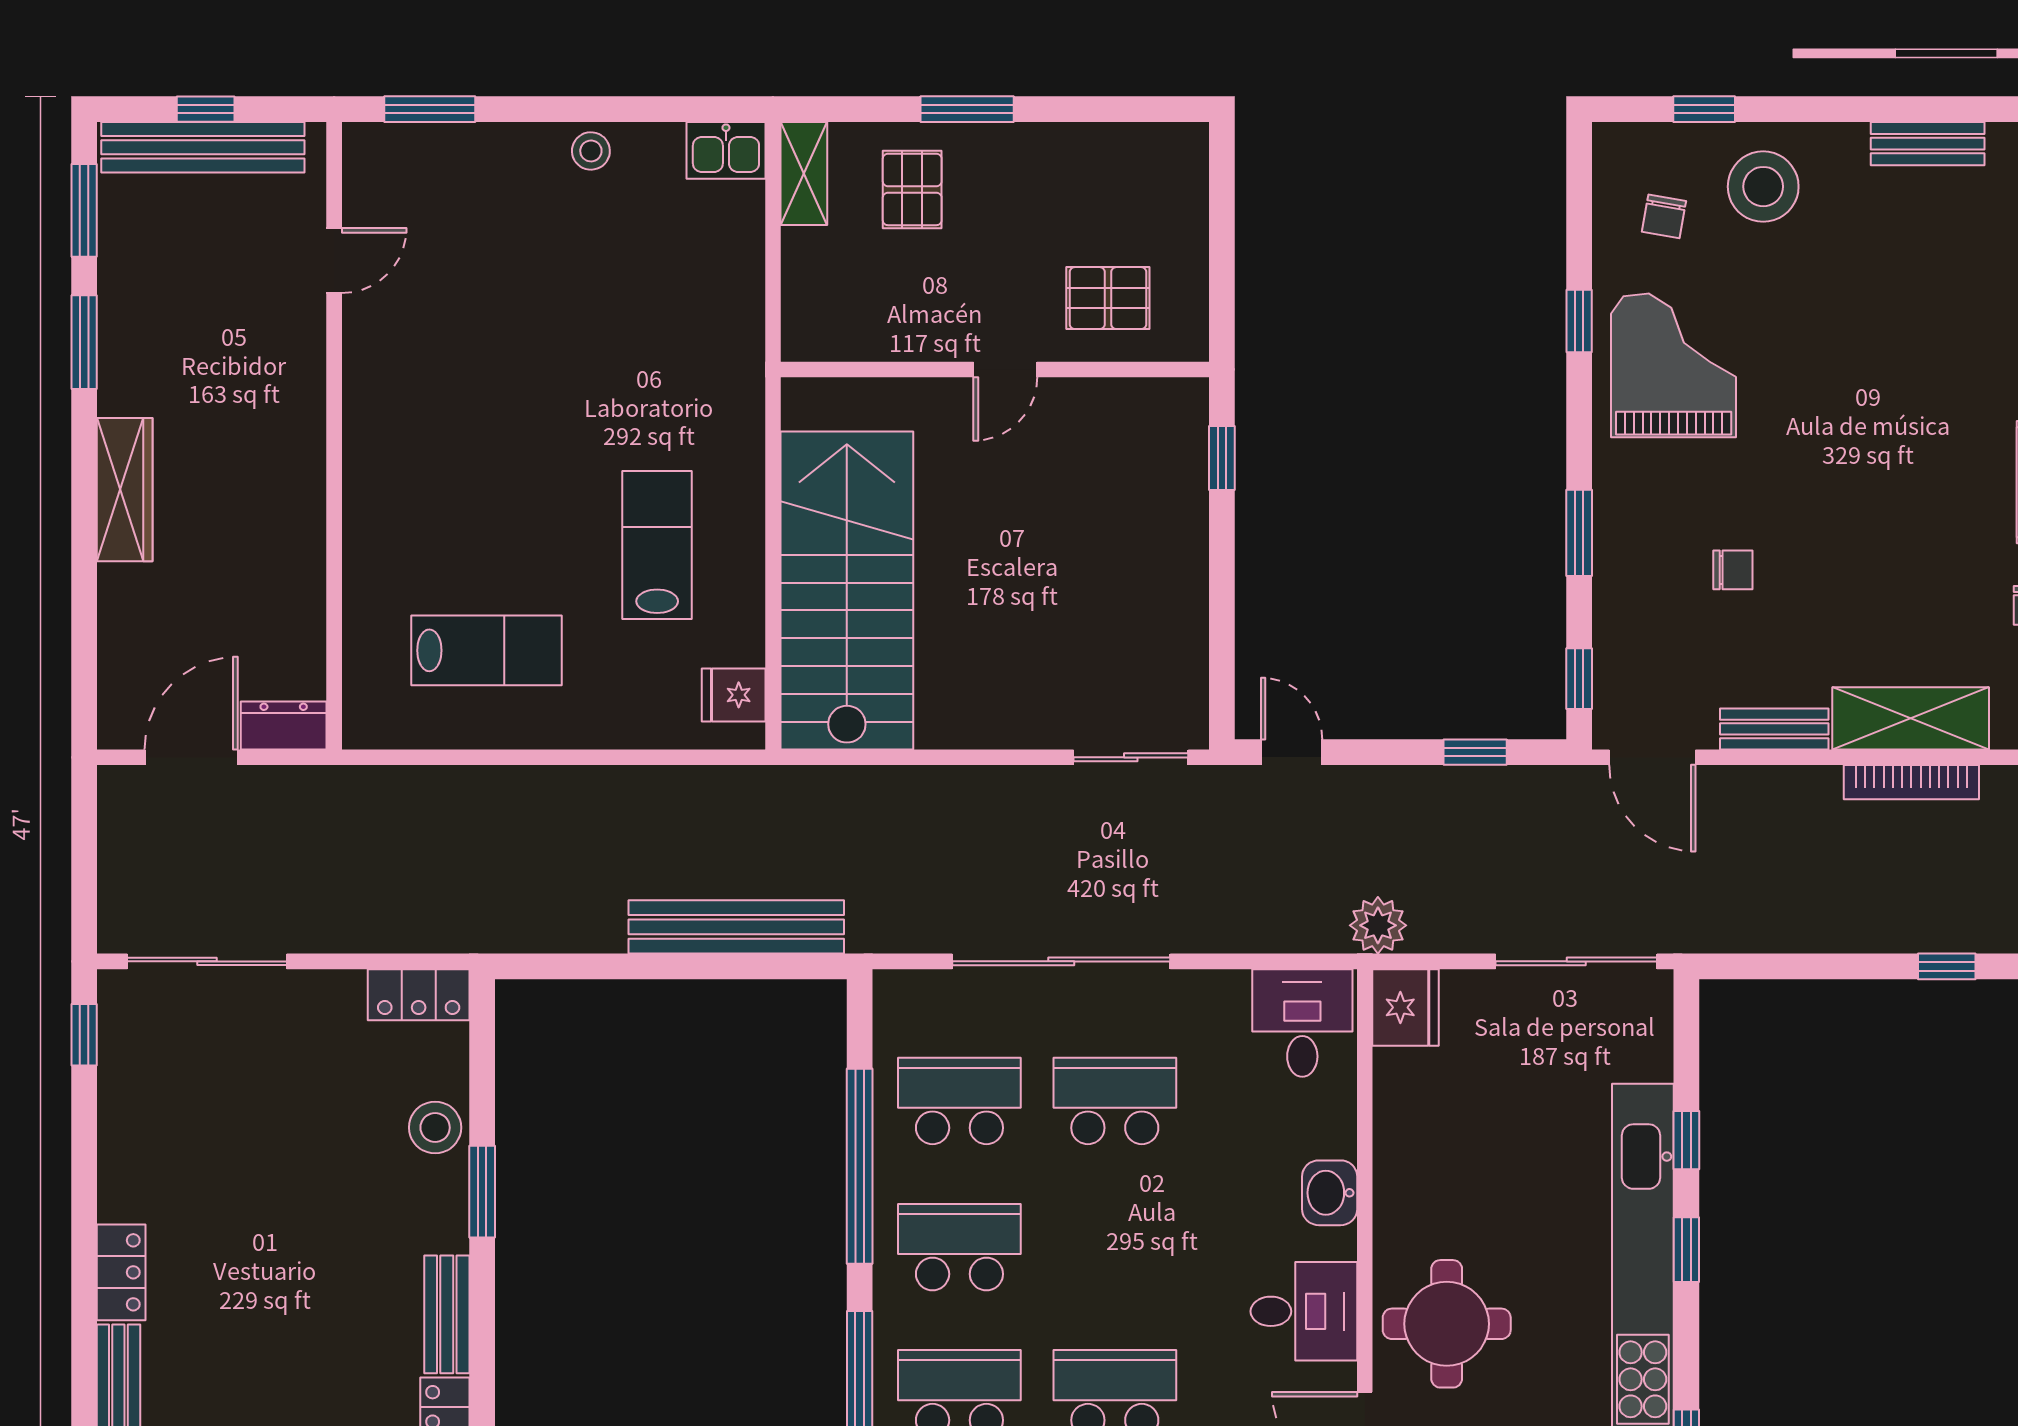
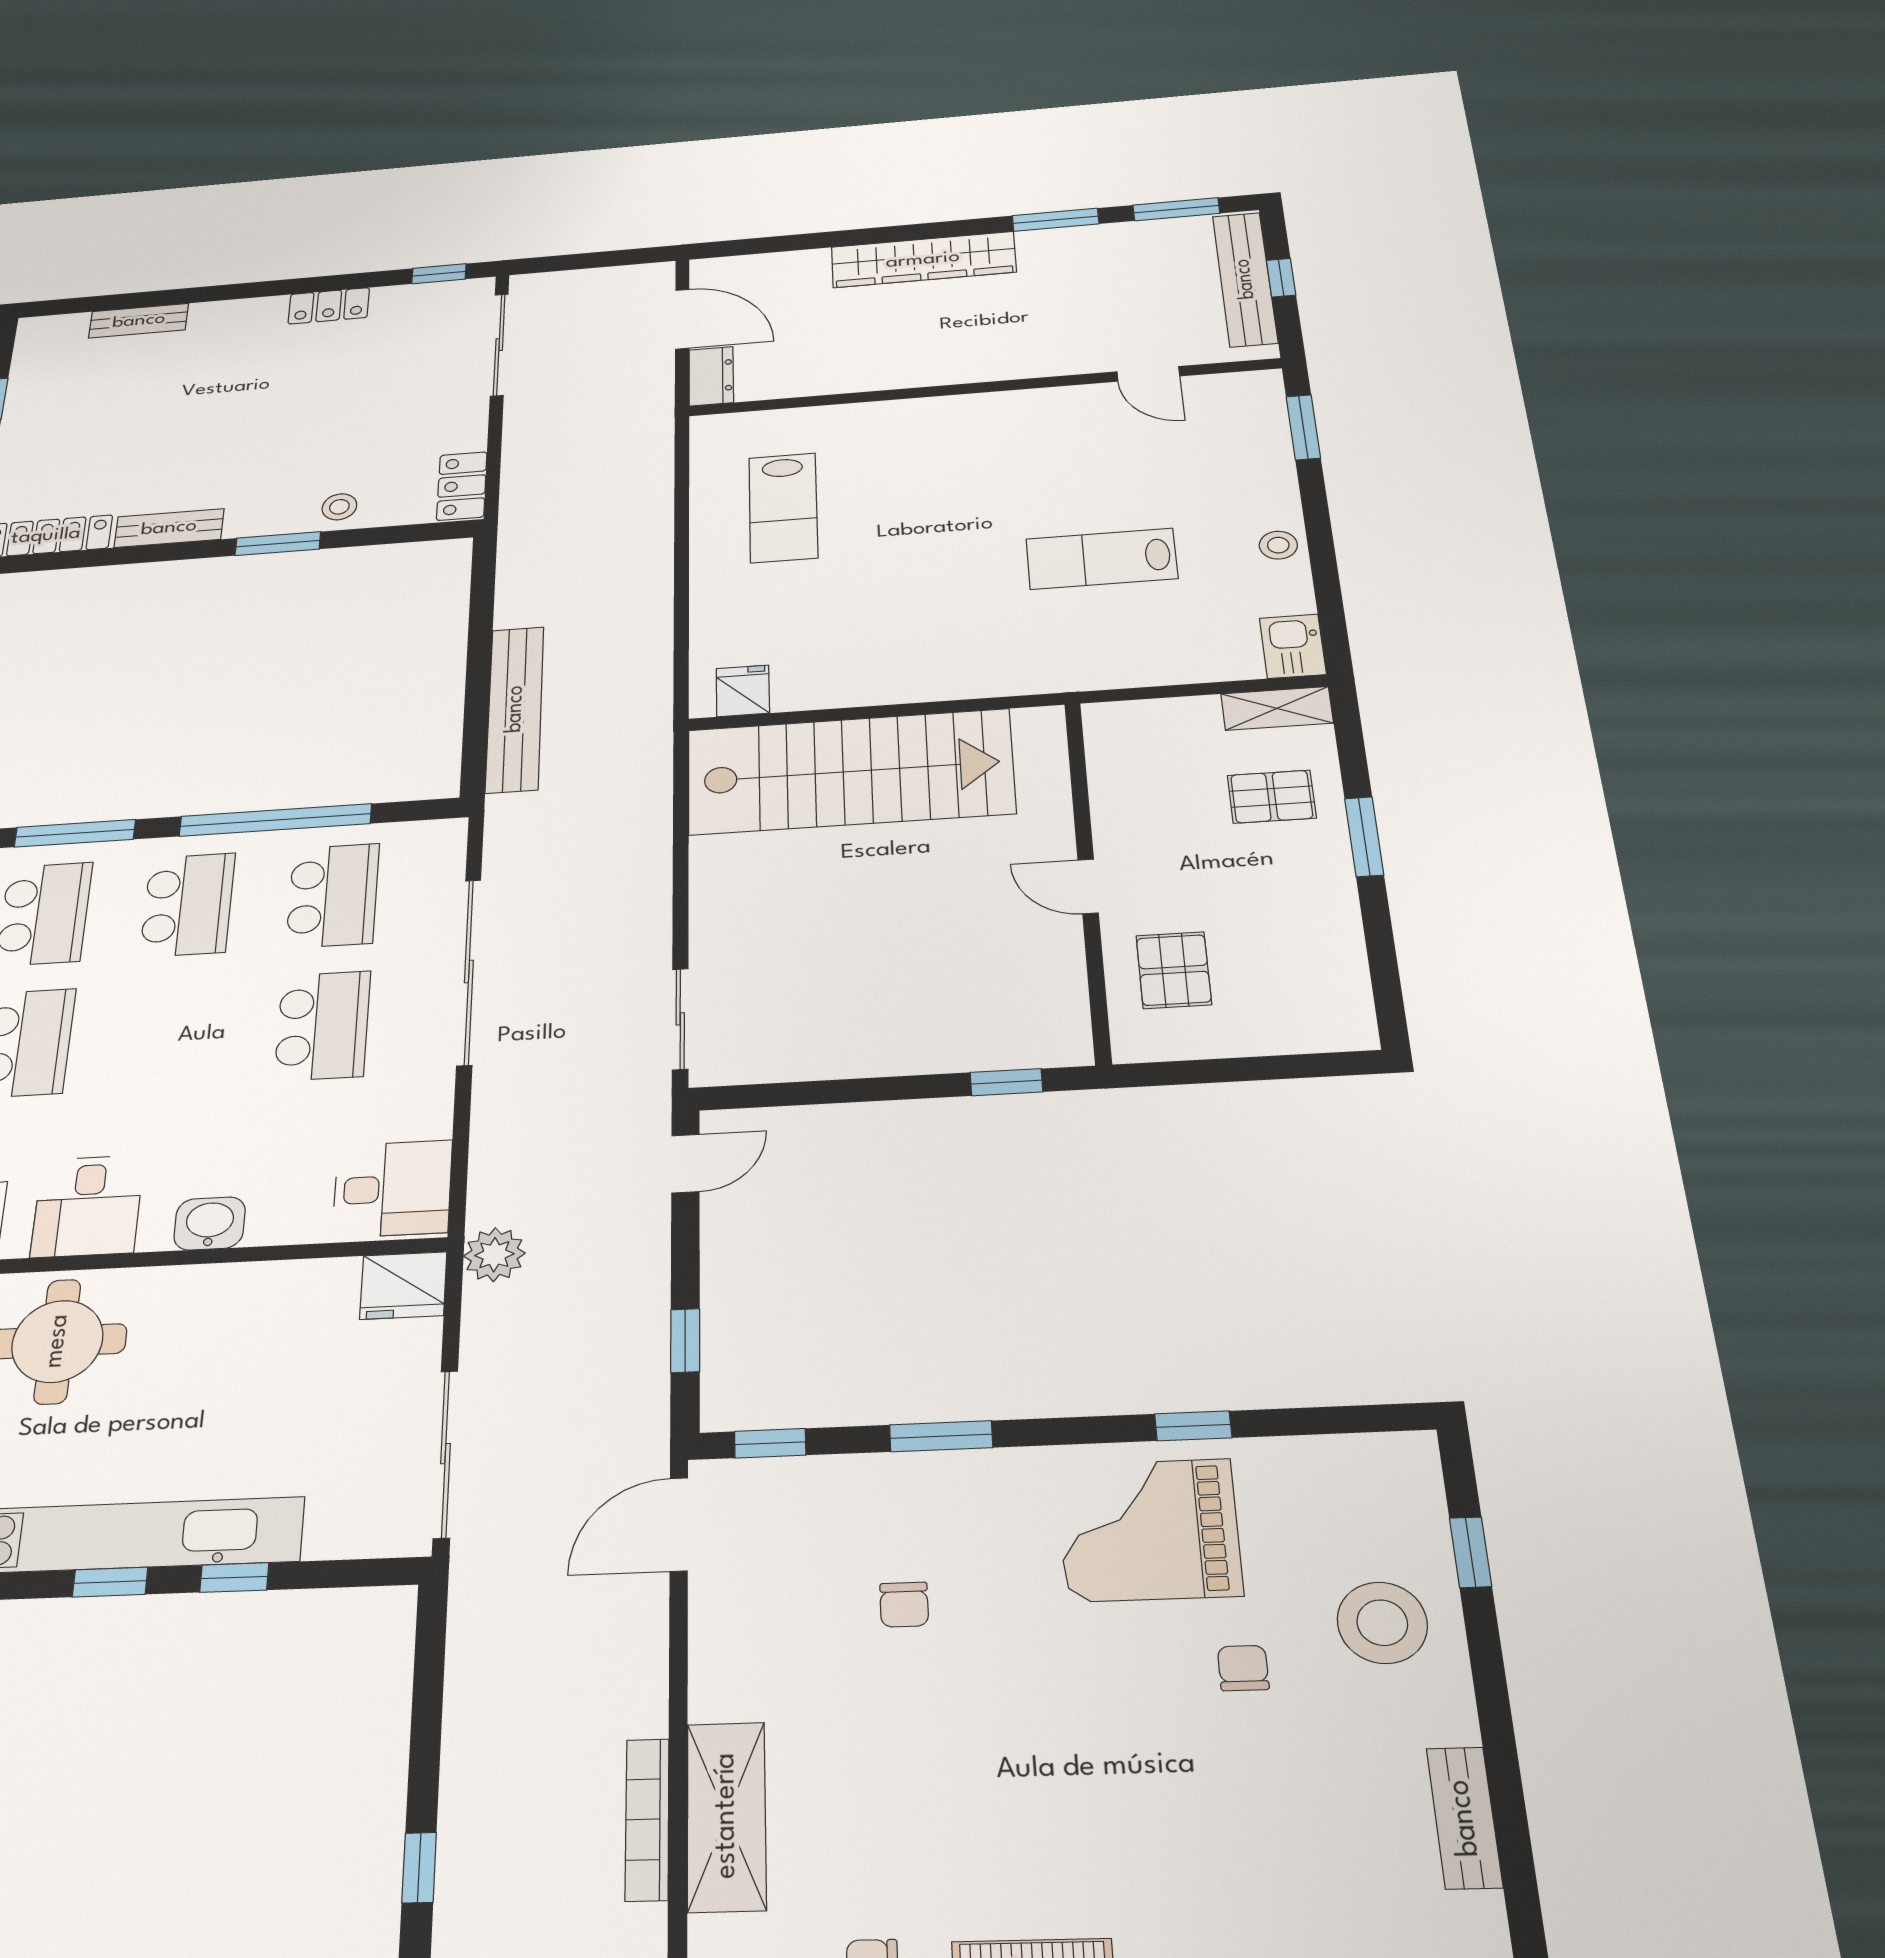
chair: (1664, 216) -> (1243, 1668), moved, turned 80
grand piano: (1674, 365) -> (1149, 1530), turned 180
wardrobe: (125, 490) -> (923, 260), width x1.40, depth x1.17
lab bench: (657, 545) -> (1102, 559), moved, turned 180
bench: (1774, 729) -> (713, 1658), removed
stool: (435, 1128) -> (339, 507), width x0.73, depth x0.73
locker: (121, 1272) -> (329, 306), moved

